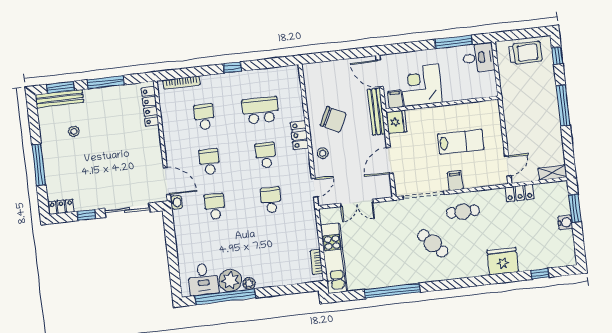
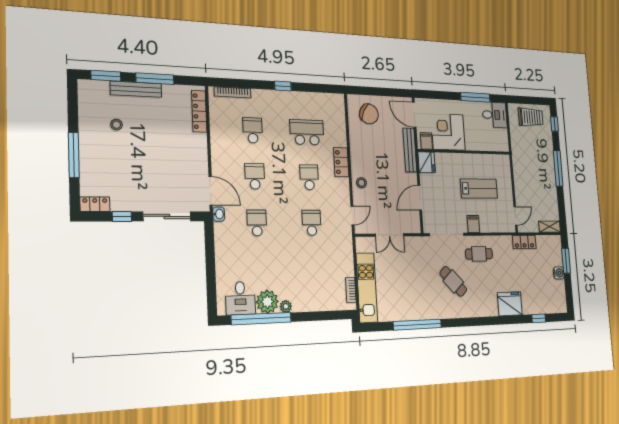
bench: (59, 99) -> (136, 89), moved
chair: (333, 119) -> (369, 114), moved

